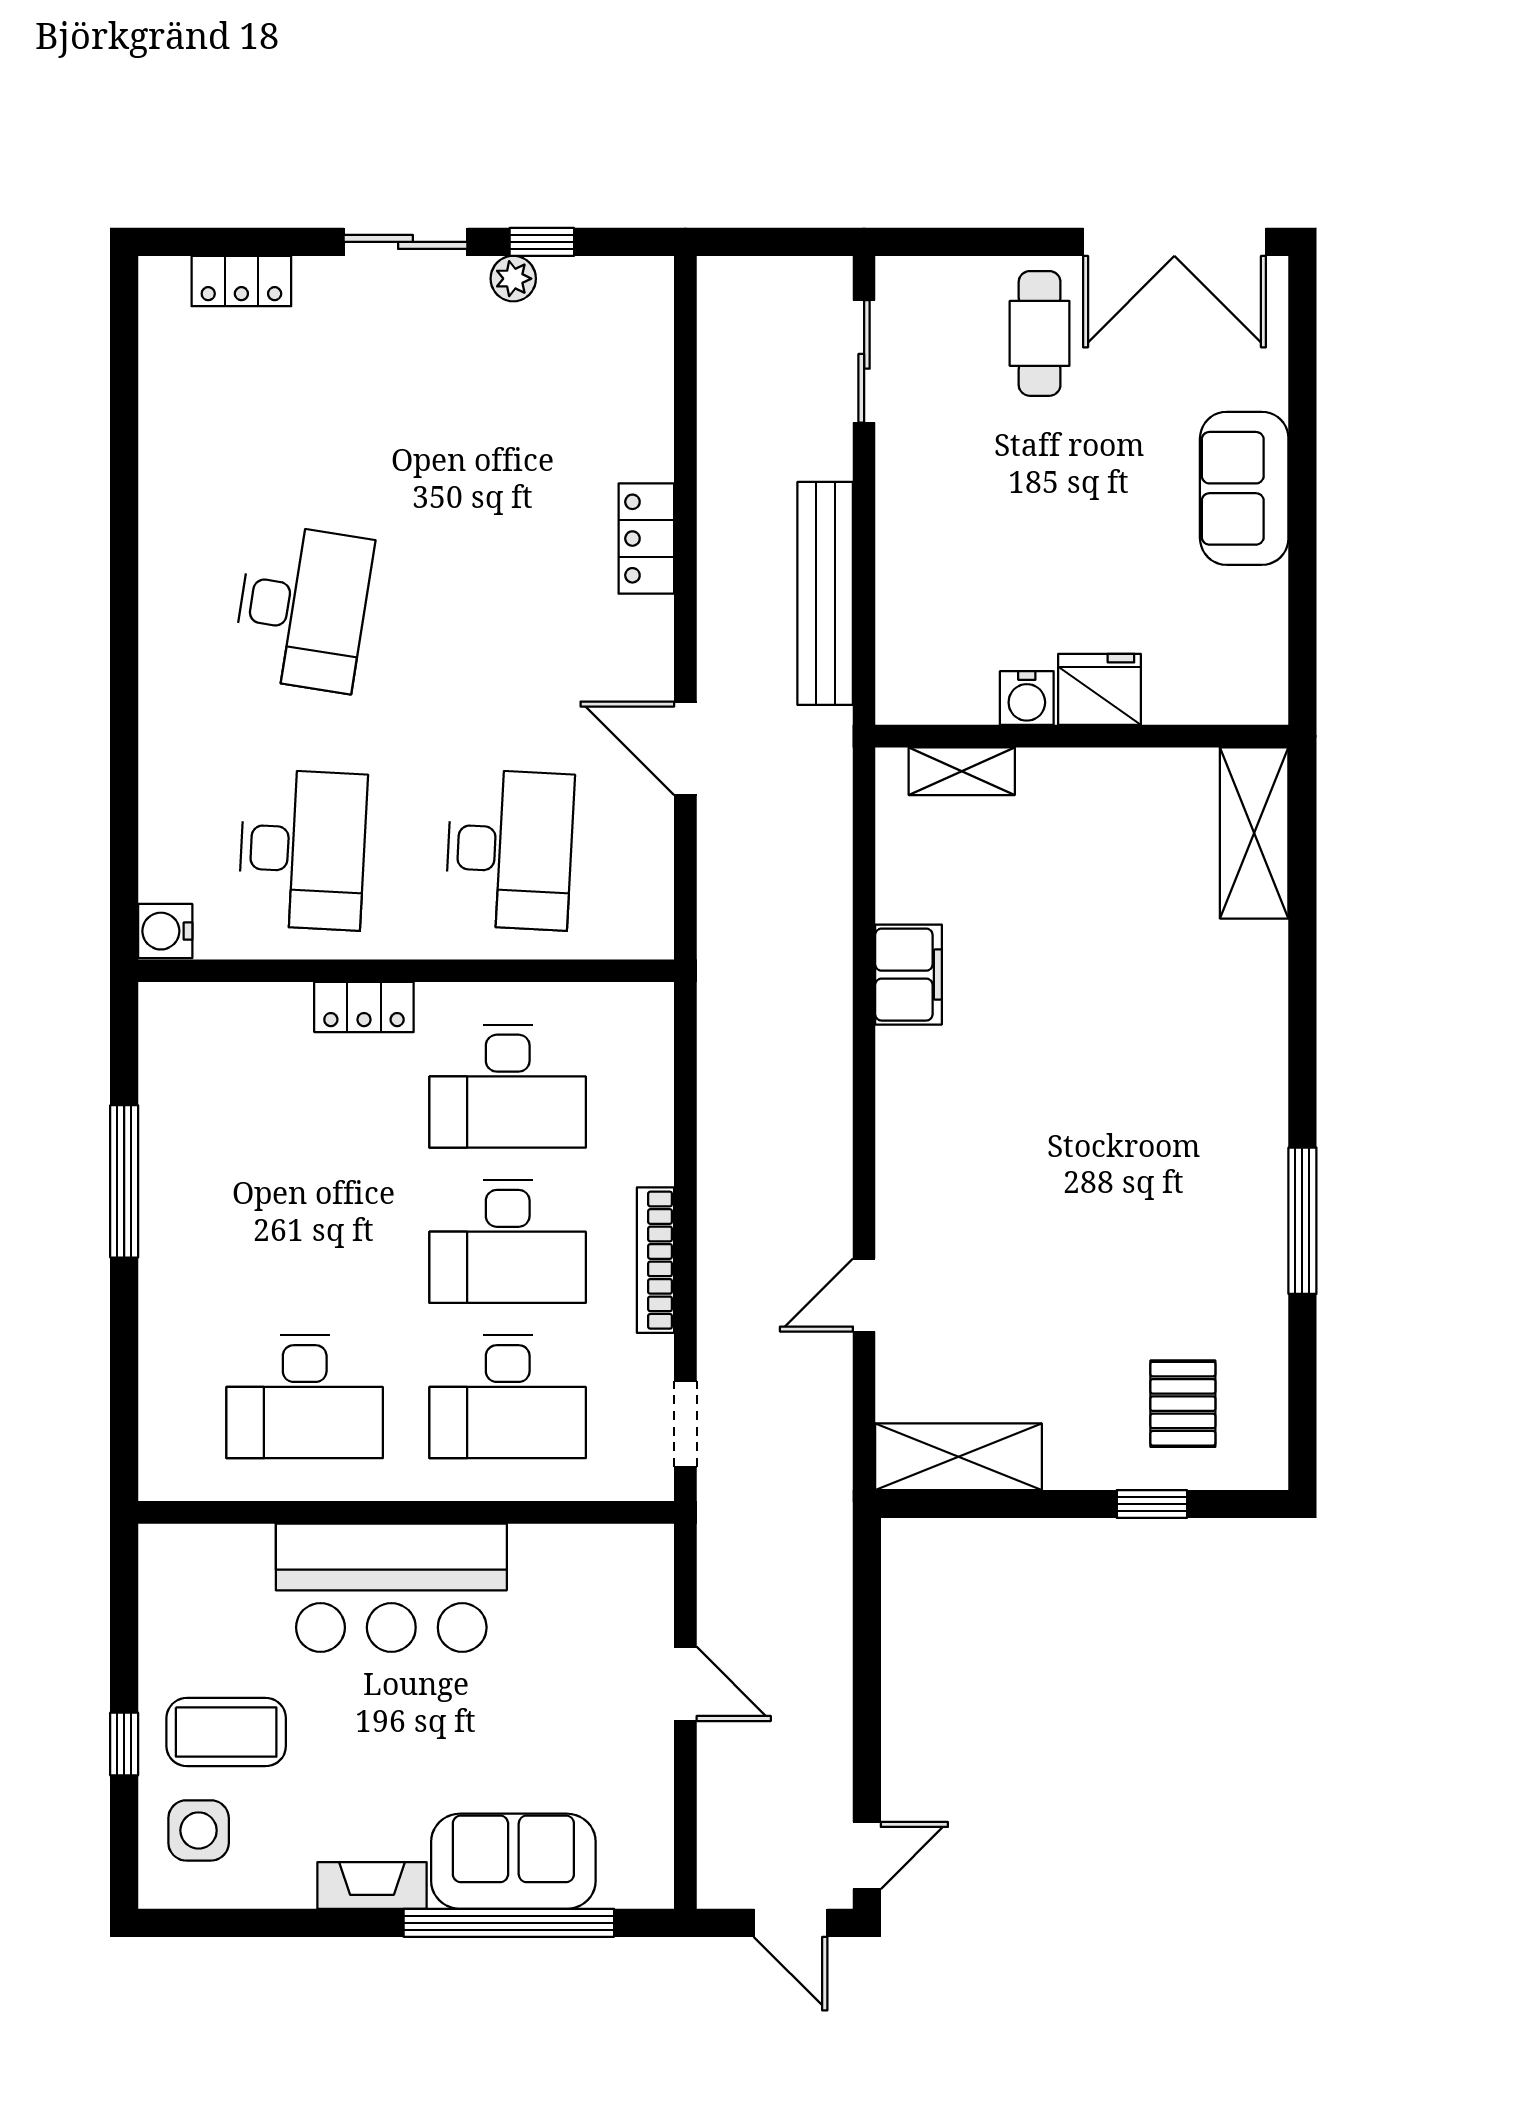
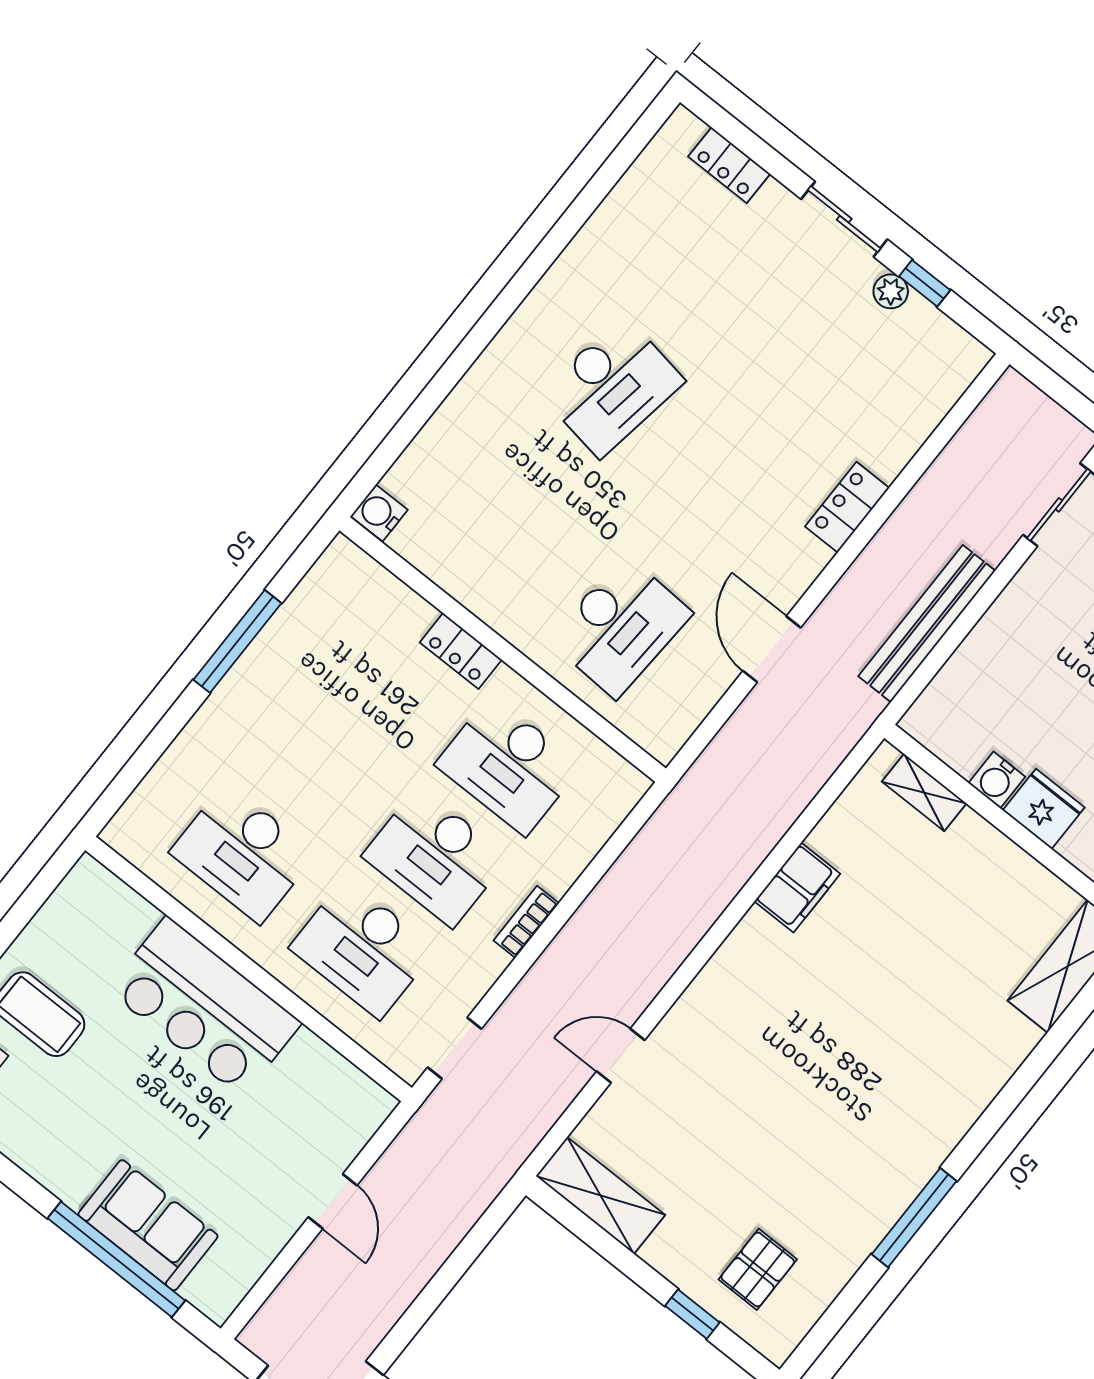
desk: (303, 850) -> (498, 529), removed
bookcase: (656, 1260) -> (526, 922), width x0.64
fireplace: (372, 1885) -> (53, 1173), removed

